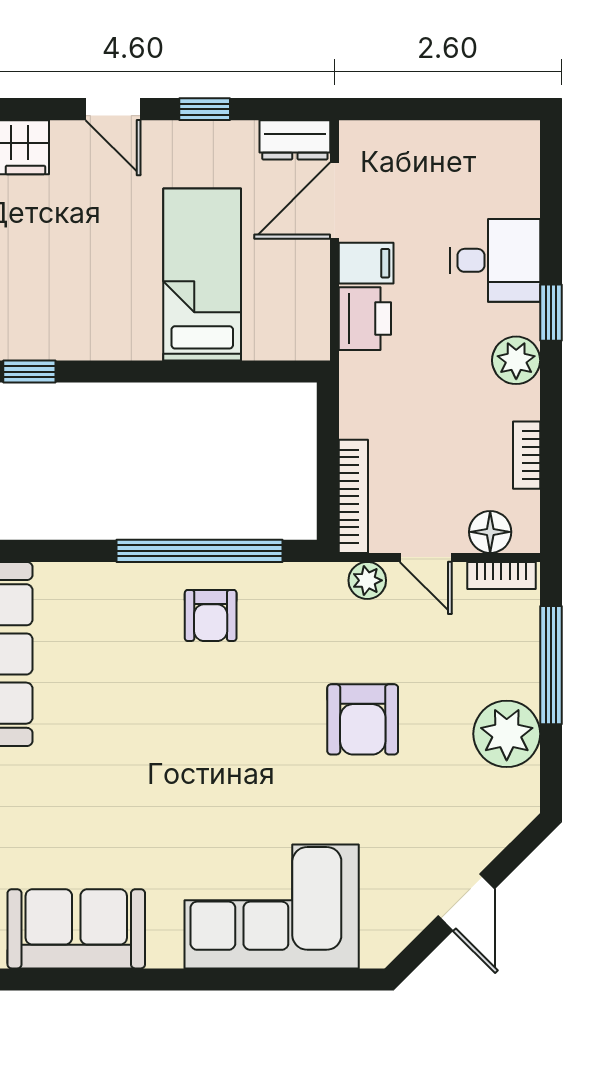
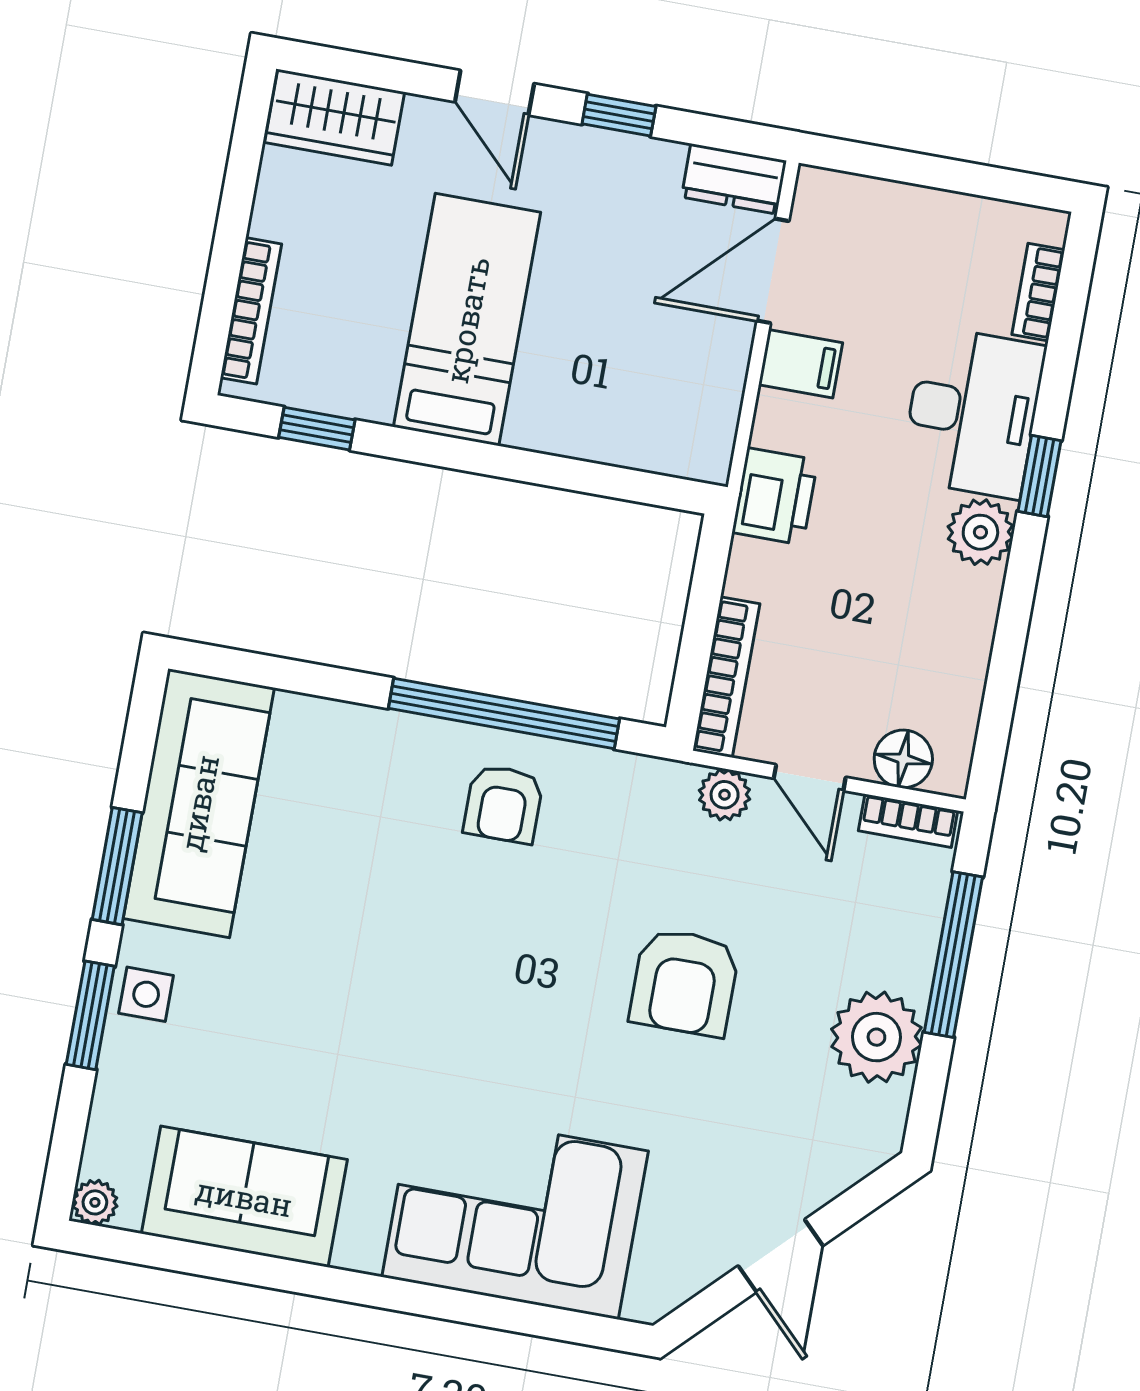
desk: (495, 260) -> (973, 412), width x1.37
bed: (202, 275) -> (467, 320), moved
printer: (365, 319) -> (775, 496), moved
bookcase: (527, 455) -> (1038, 292), moved

